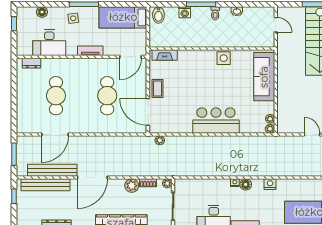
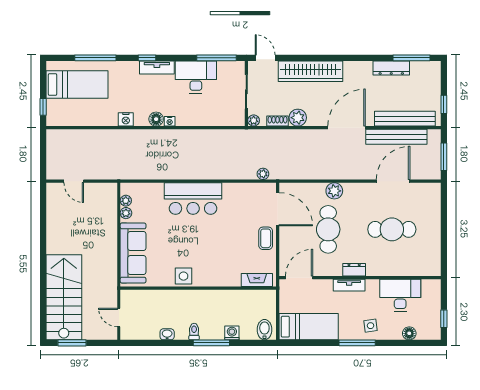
dresser: (32, 63) -> (354, 270), moved
cafe table: (56, 96) -> (392, 229), turned 90
plant: (102, 127) -> (334, 191), added
plant: (270, 129) -> (126, 213), moved

